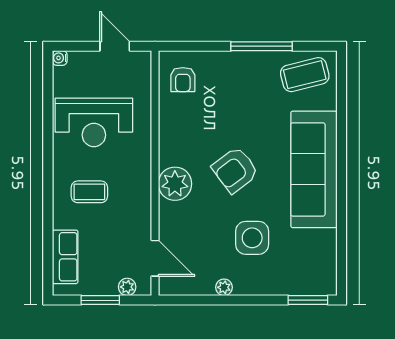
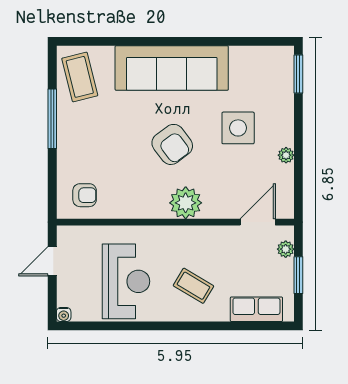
coffee table: (89, 192) -> (193, 286), turned -59

